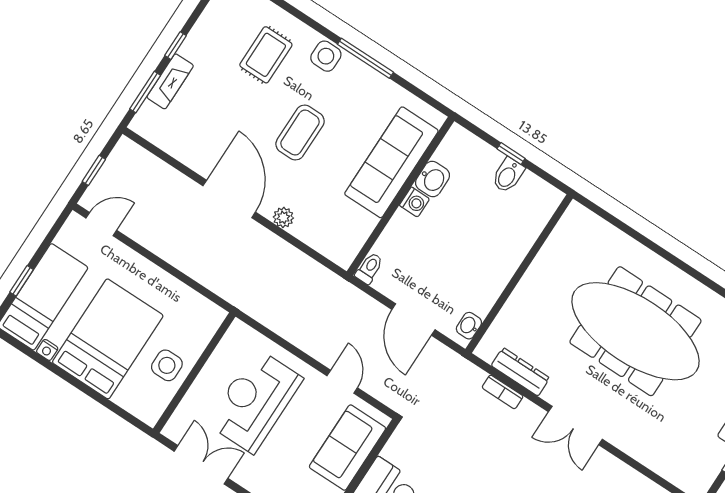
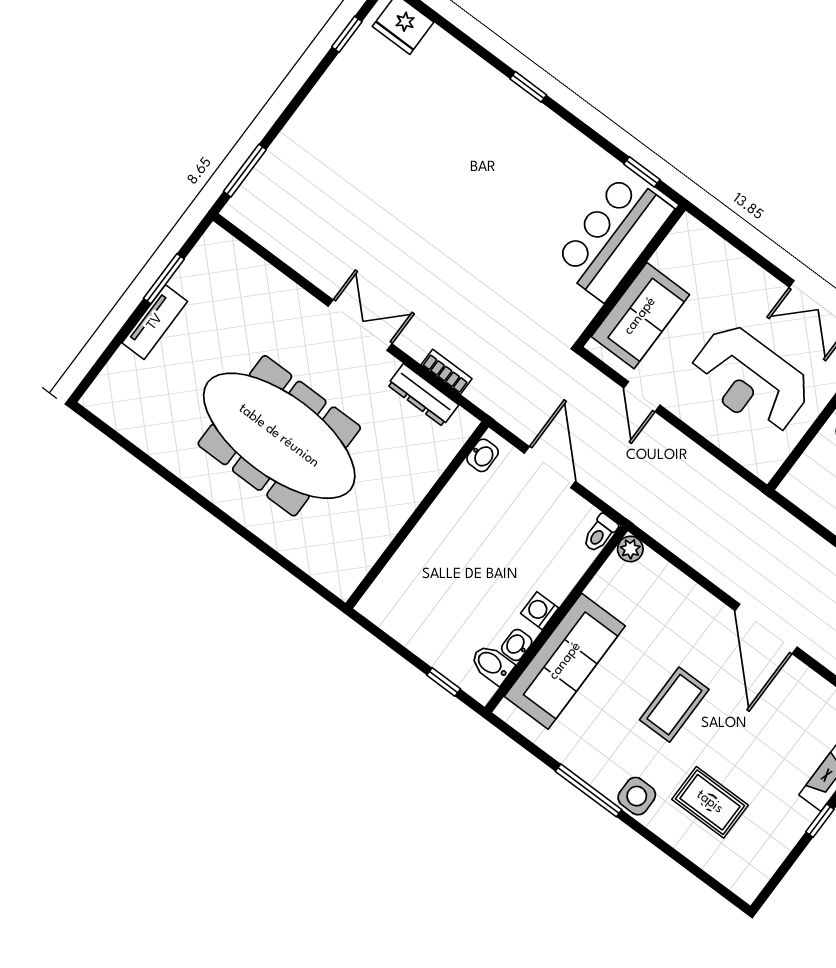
rug: (266, 55) -> (710, 802), turned 90
window: (511, 154) -> (444, 682), moved
bidet: (508, 175) -> (492, 664), moved, turned -90
washbasin: (432, 179) -> (517, 645), width x0.72, depth x0.69
plant: (283, 217) -> (630, 549), moved
reception desk: (255, 401) -> (750, 380), turned 90

